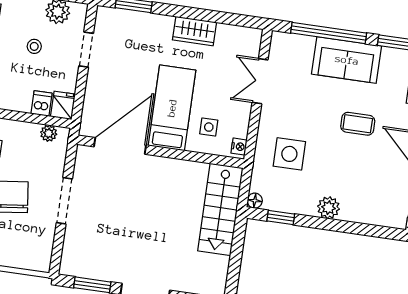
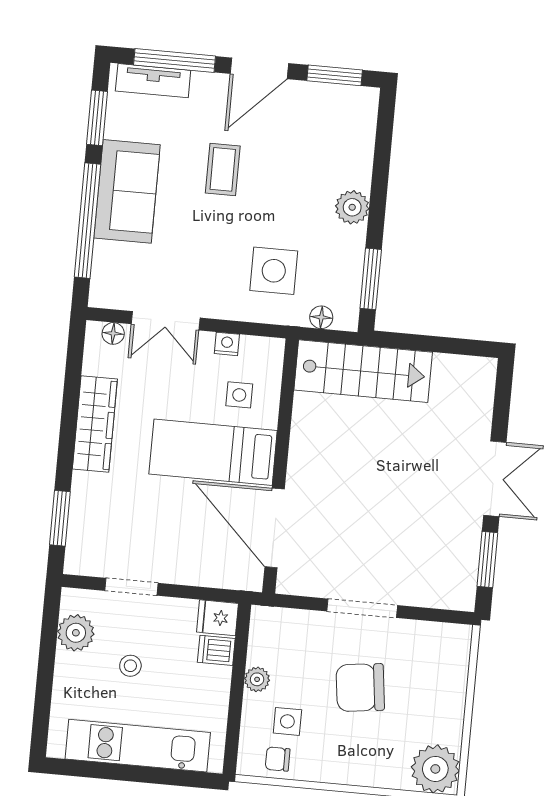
wardrobe: (194, 31) -> (95, 424), width x1.50
floor lamp: (253, 46) -> (113, 333), added
plant: (49, 133) -> (257, 679), moved
nightstand: (239, 147) -> (227, 344), moved
floor lamp: (255, 201) -> (321, 317), moved
window: (281, 217) -> (371, 279), width x1.50

